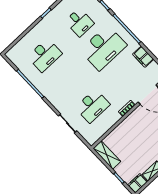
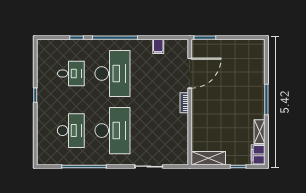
filing cabinet: (143, 57) -> (158, 46), width x0.50
desk: (93, 106) -> (113, 131), moved, width x1.36, depth x1.30

